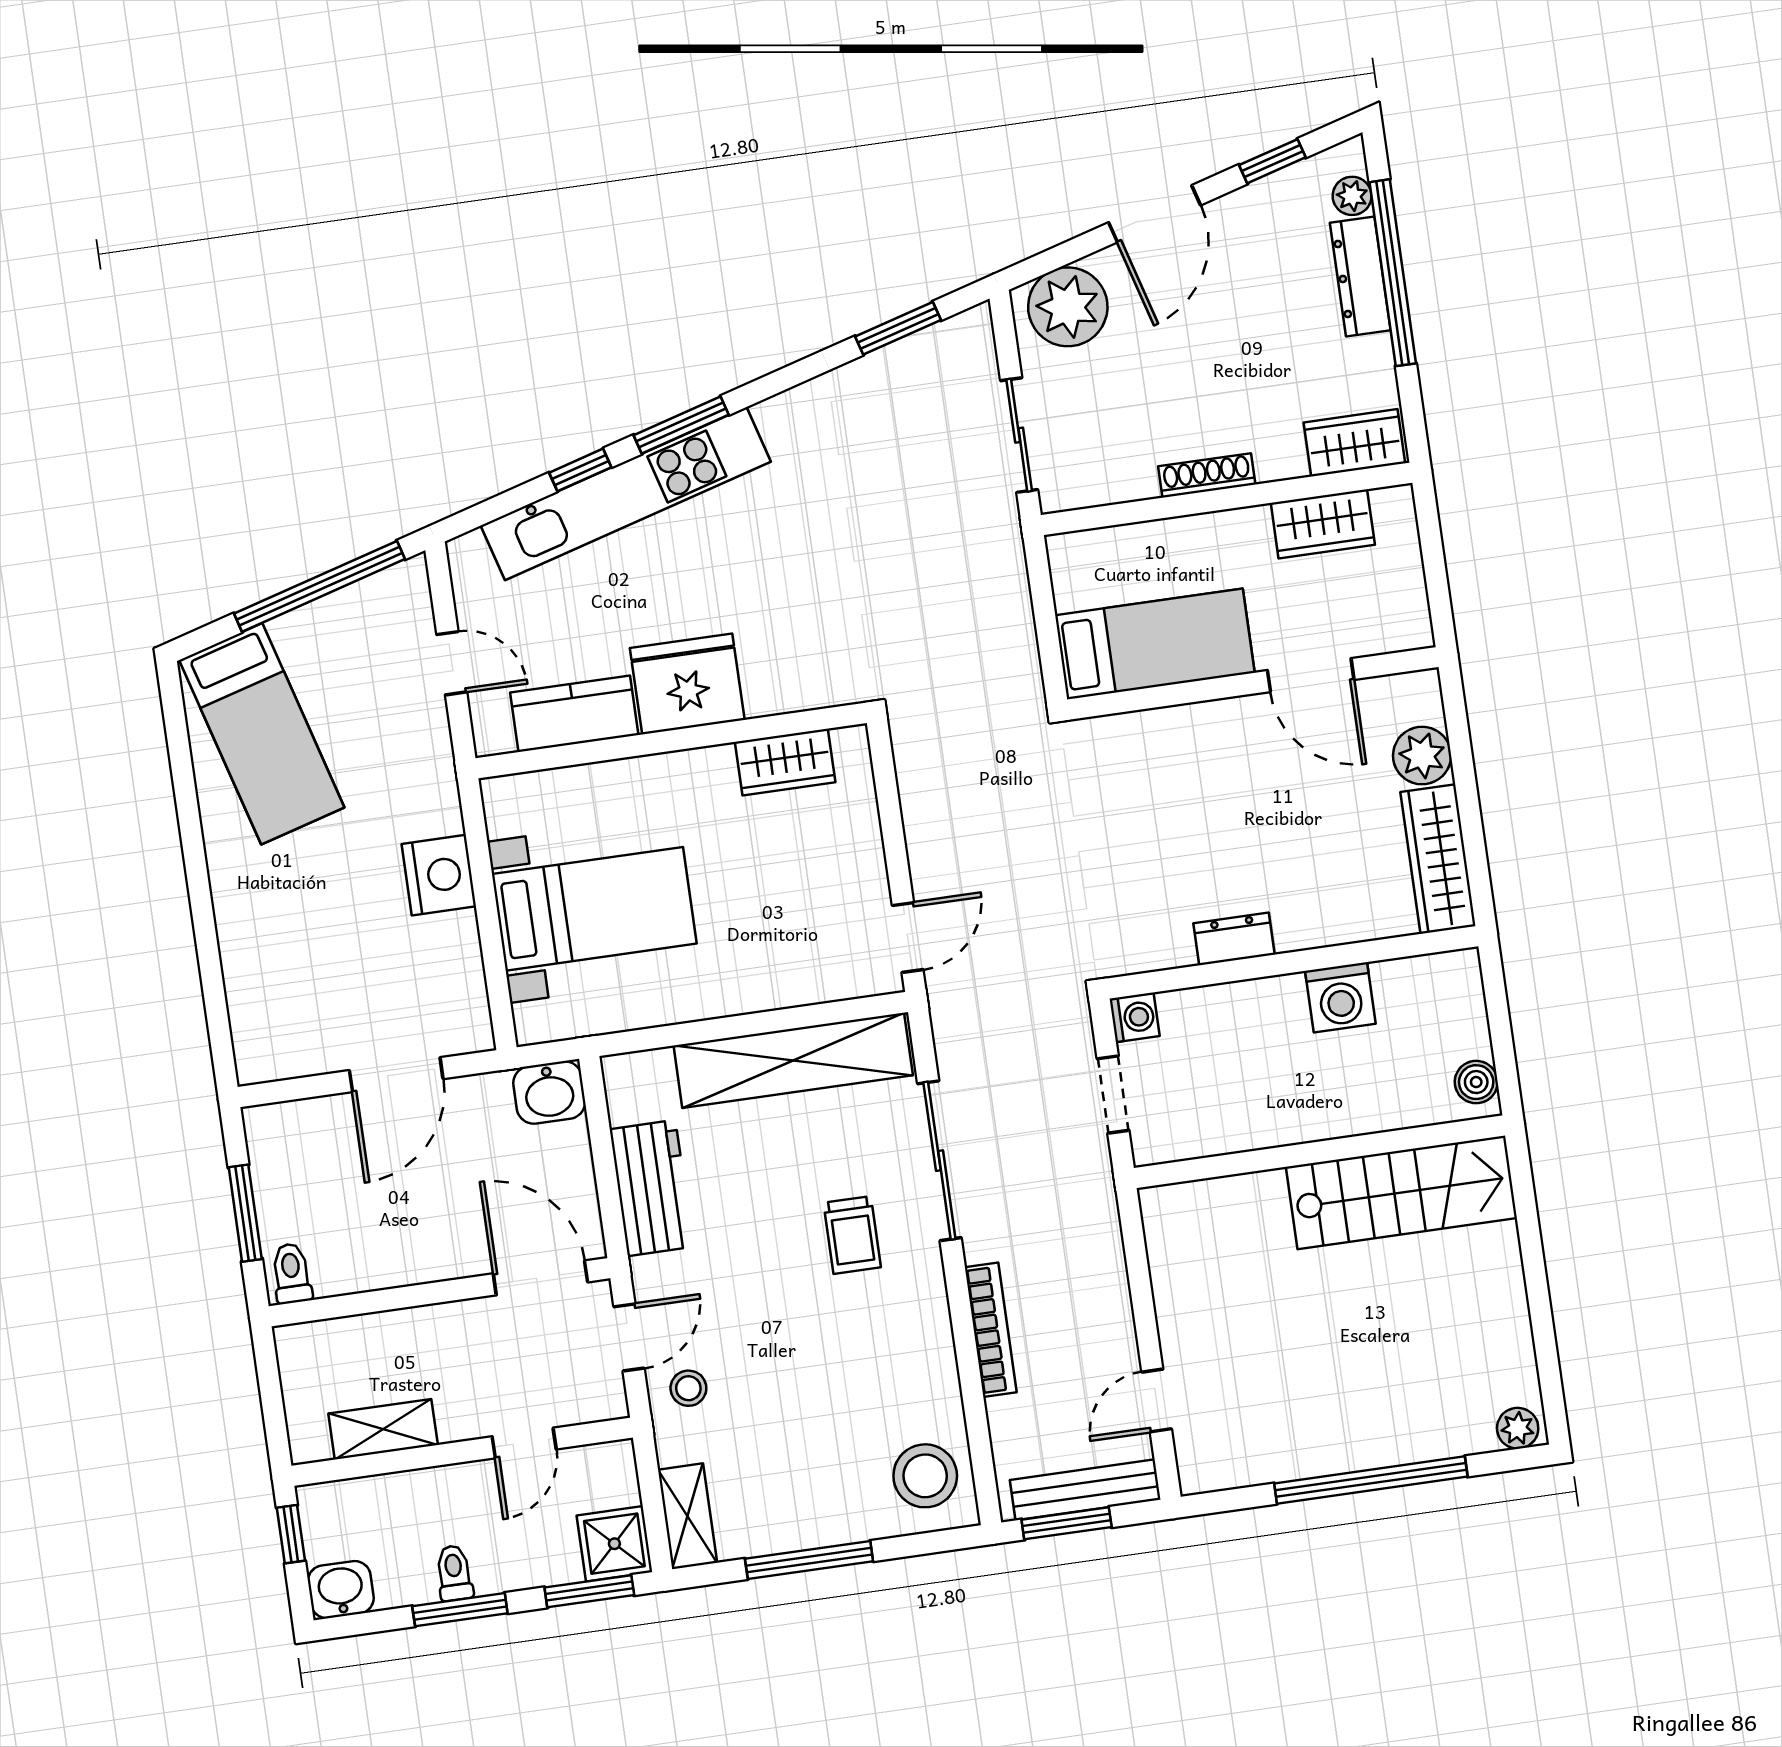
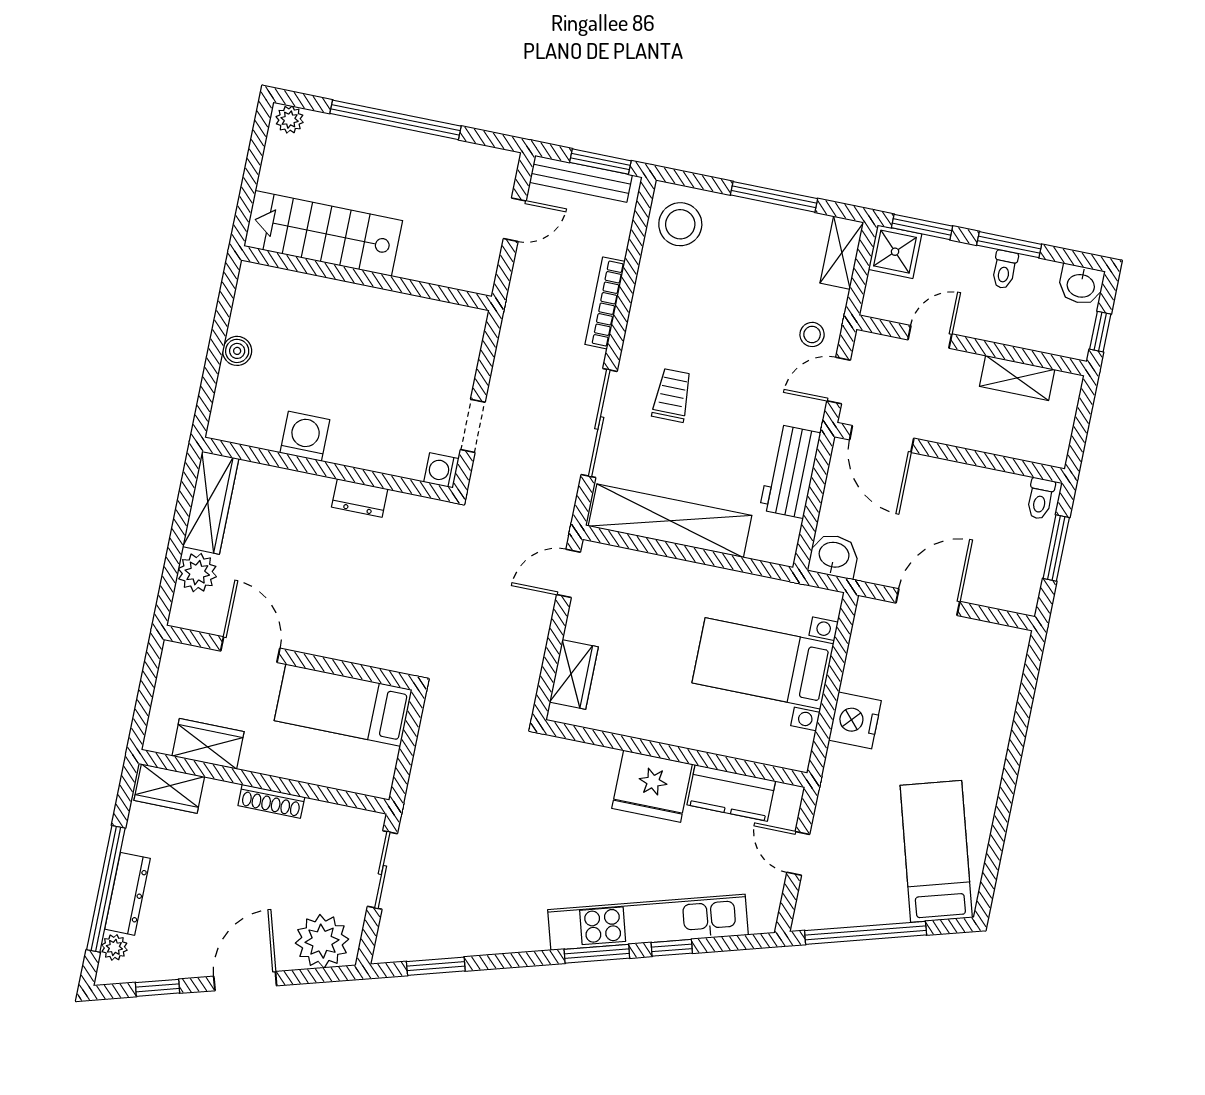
wardrobe: (785, 762) -> (574, 674), moved, turned 90
wall: (1319, 1152) -> (366, 278), moved
stairs: (1402, 1192) -> (323, 233), moved

